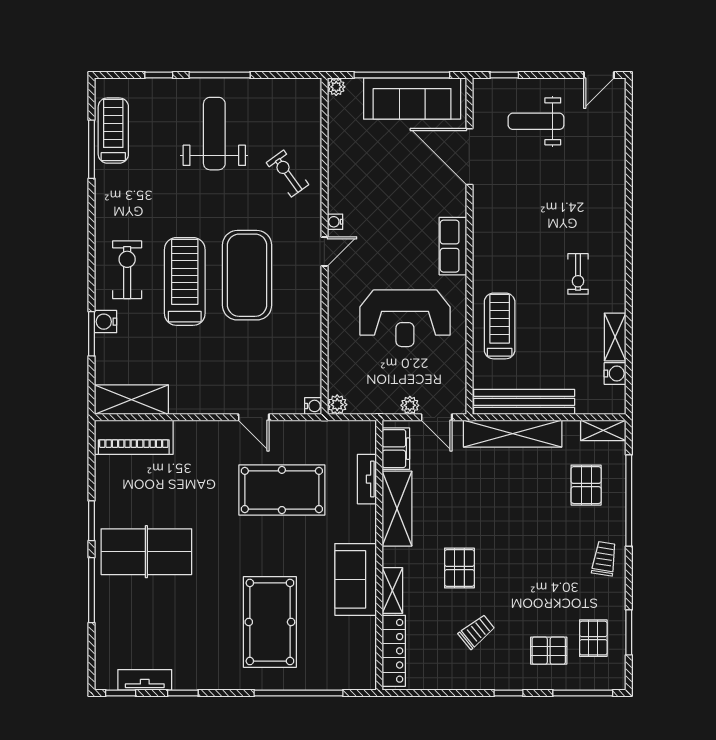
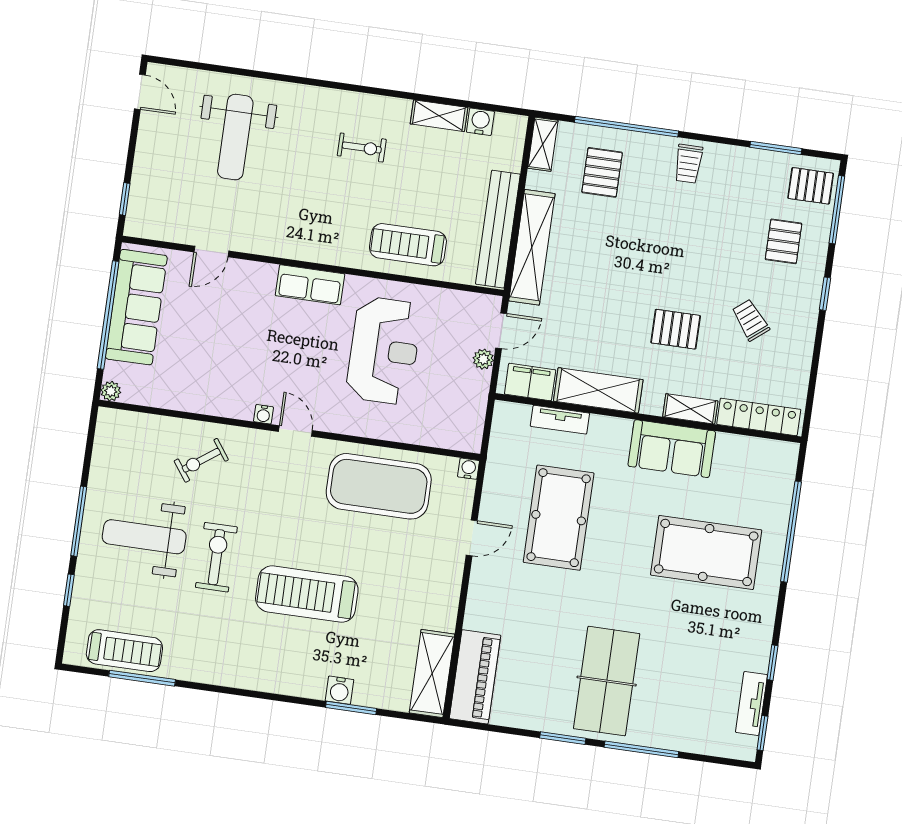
weight bench: (536, 121) -> (235, 137), moved, width x1.36, depth x1.33
treadmill: (113, 131) -> (124, 651), turned 180
door: (469, 157) -> (211, 252), width x0.53
exercise bike: (127, 270) -> (216, 557), moved, turned 90
exercise mat: (247, 275) -> (379, 486), moved
plant: (337, 405) -> (471, 441), removed
pallet: (586, 485) -> (602, 172), turned 90
trolley: (604, 559) -> (688, 164), turned -99
pallet: (593, 638) -> (811, 186), moved

